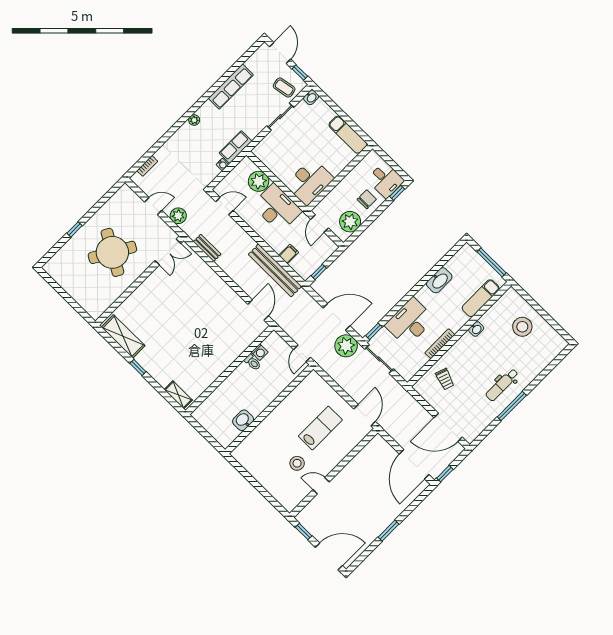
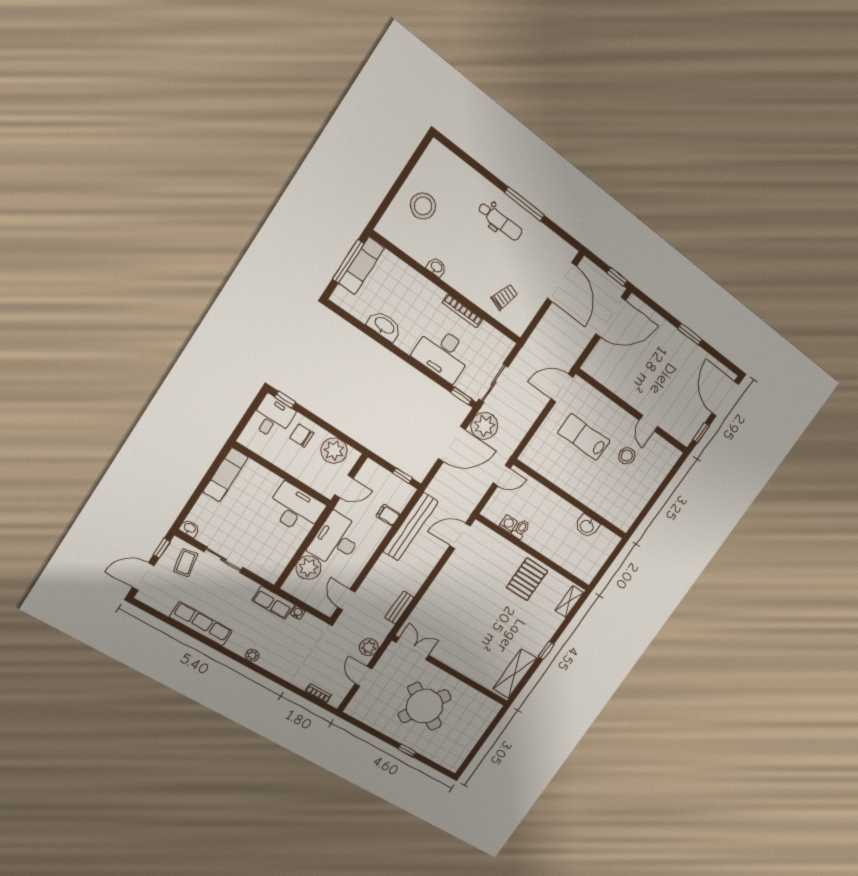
exam couch: (481, 298) -> (362, 266), moved, turned -90
door: (337, 317) -> (452, 444), swing flipped
pallet: (207, 361) -> (527, 579), added

